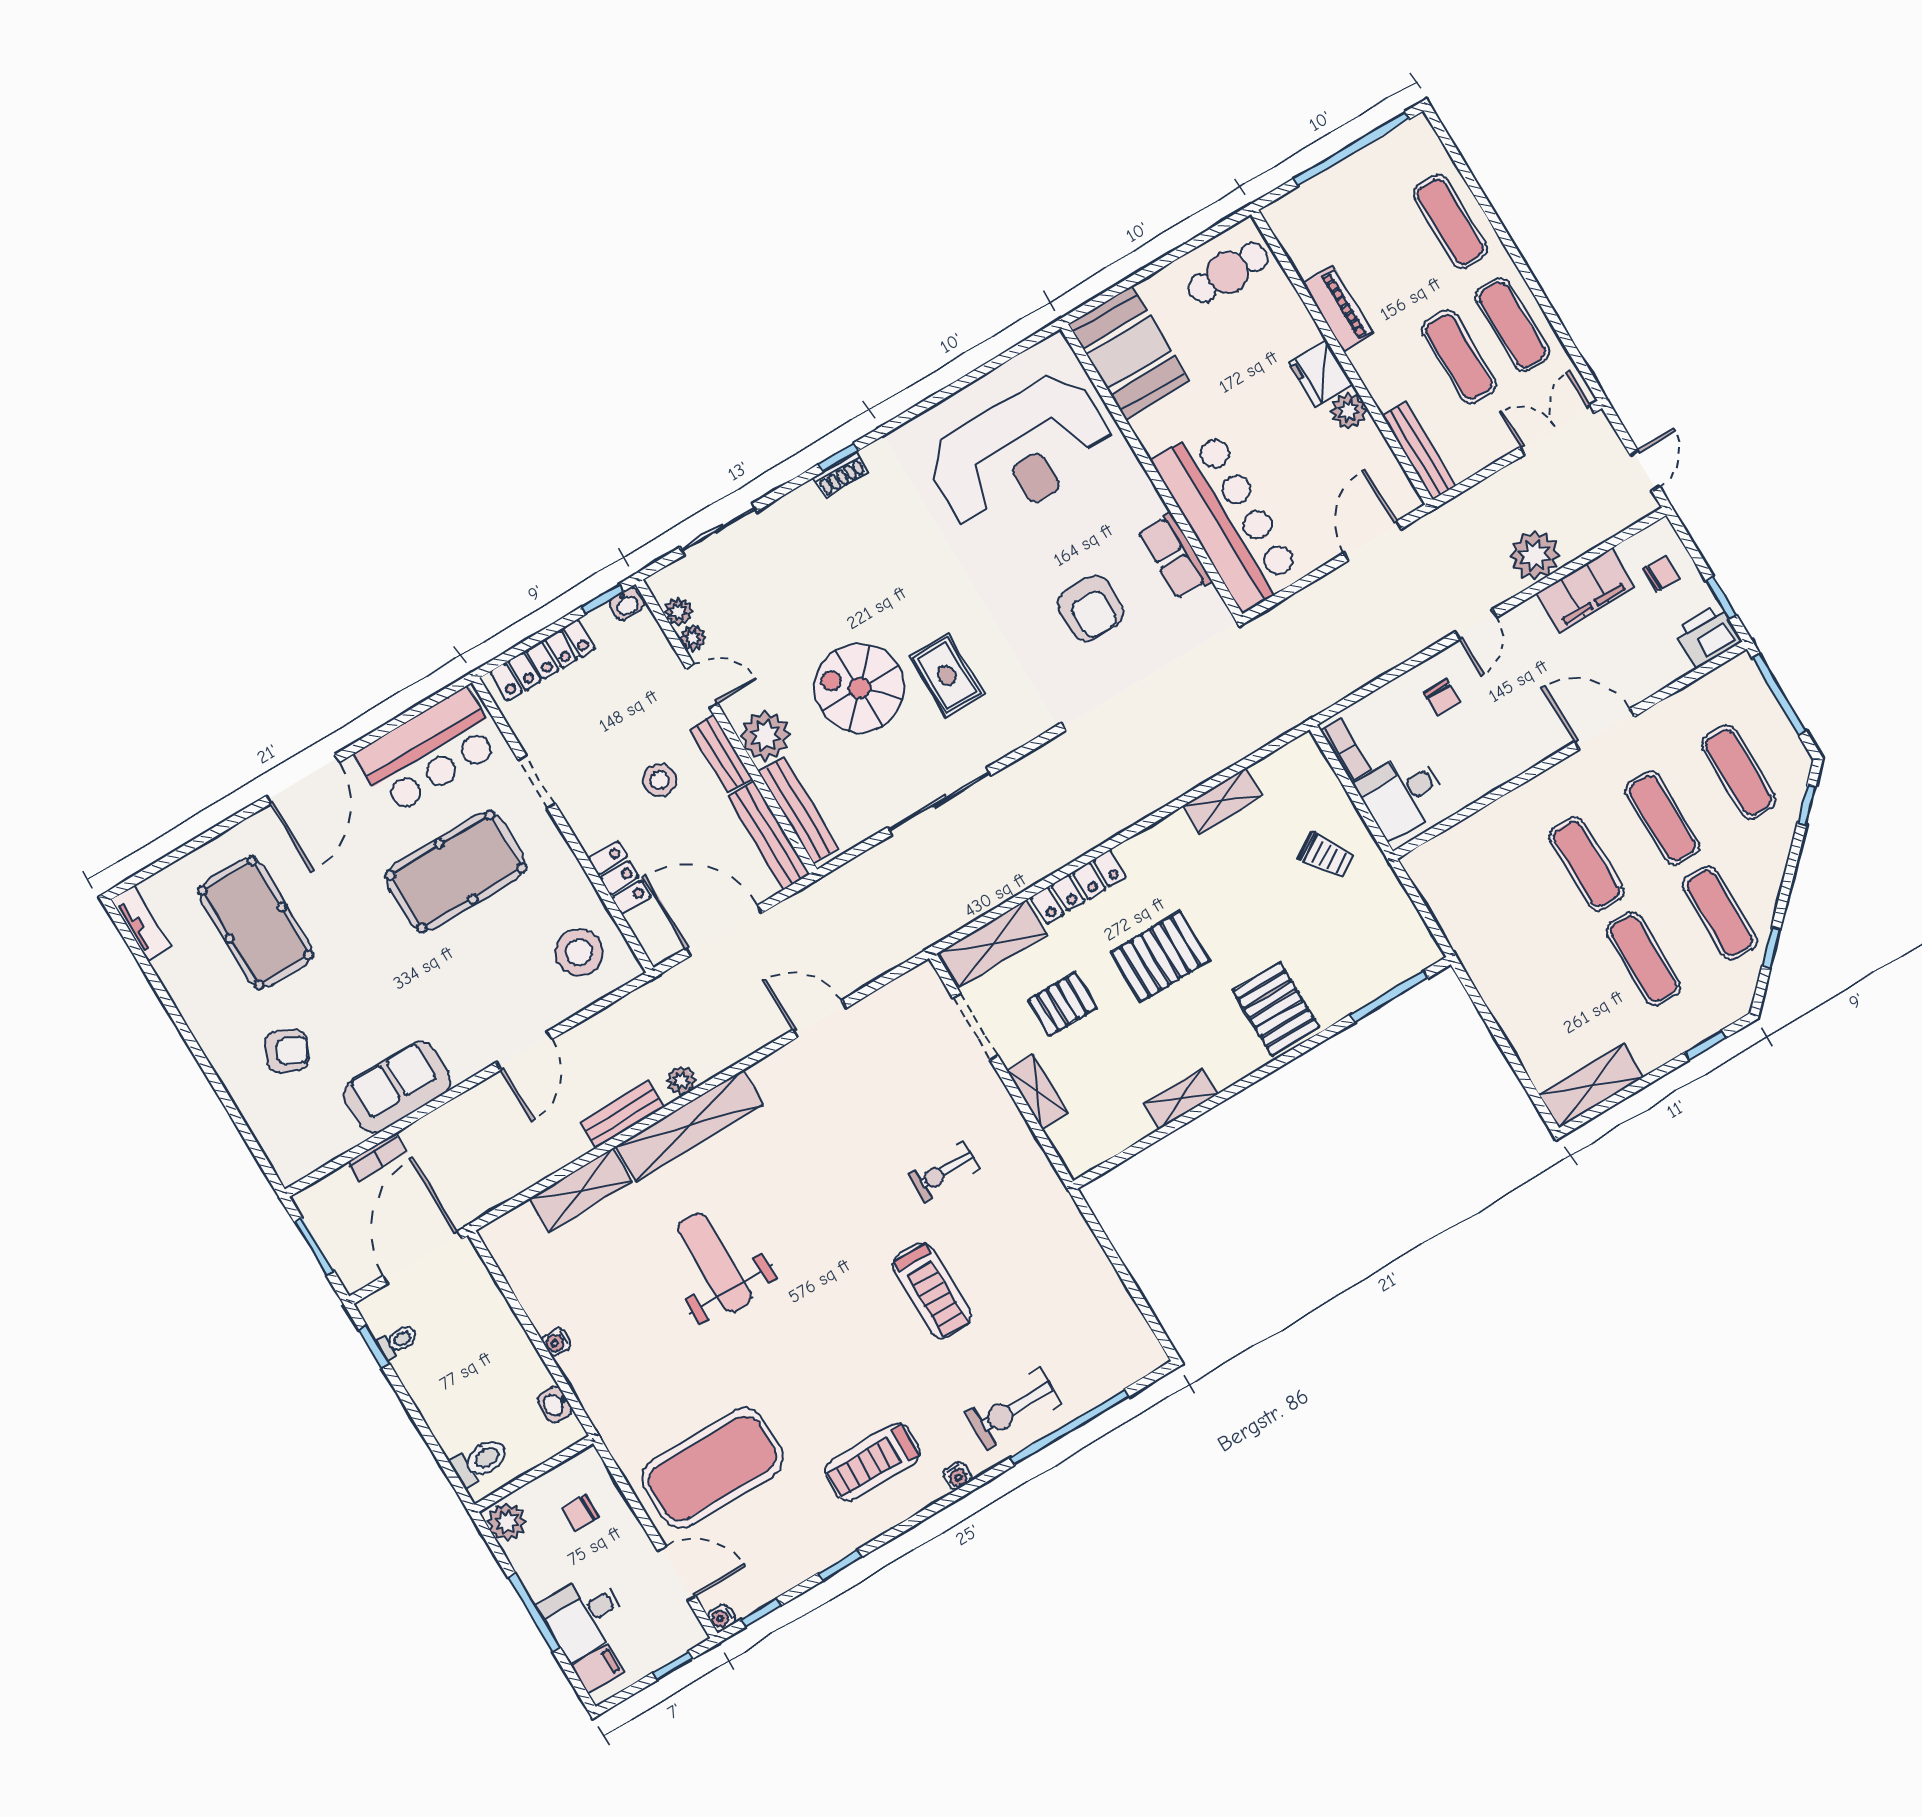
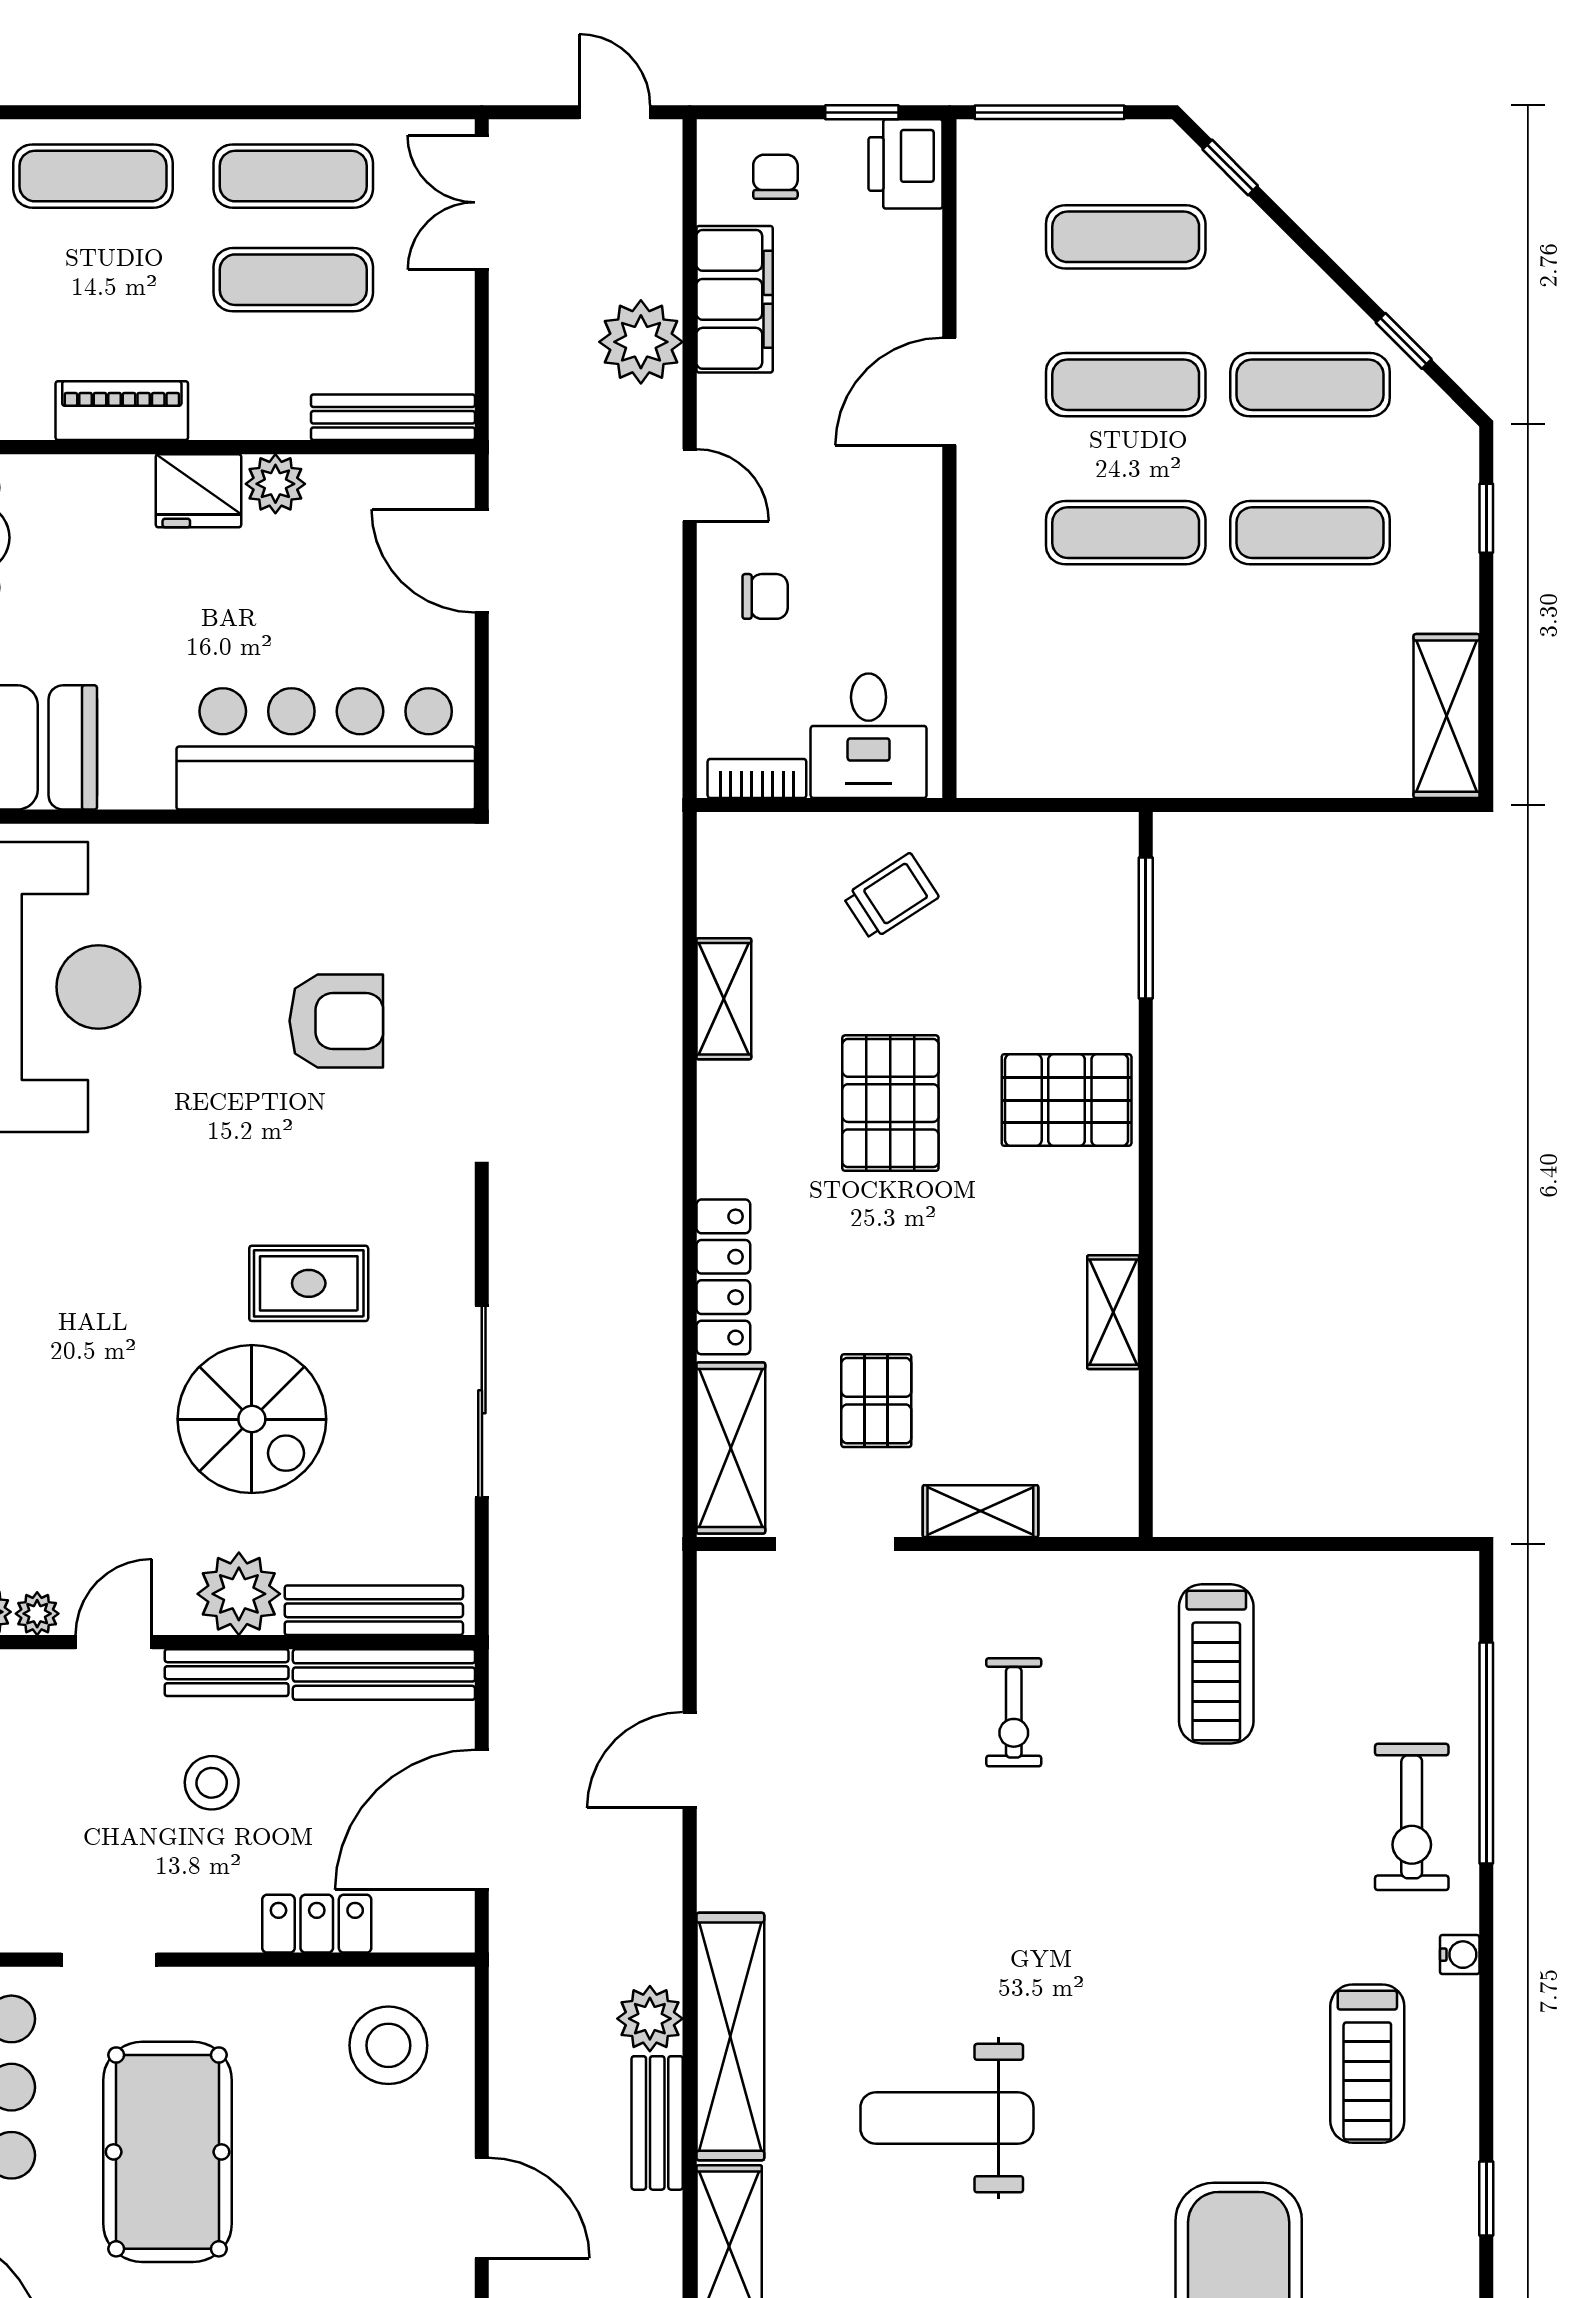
row of seats: (1175, 556) -> (334, 856), removed
spiral stairs: (859, 688) -> (252, 1419), turned -90
pallet: (1160, 956) -> (890, 1103), moved
plant: (681, 1080) -> (650, 2019), width x1.38, depth x1.38
treadmill: (932, 1290) -> (1216, 1664), moved, turned 90

